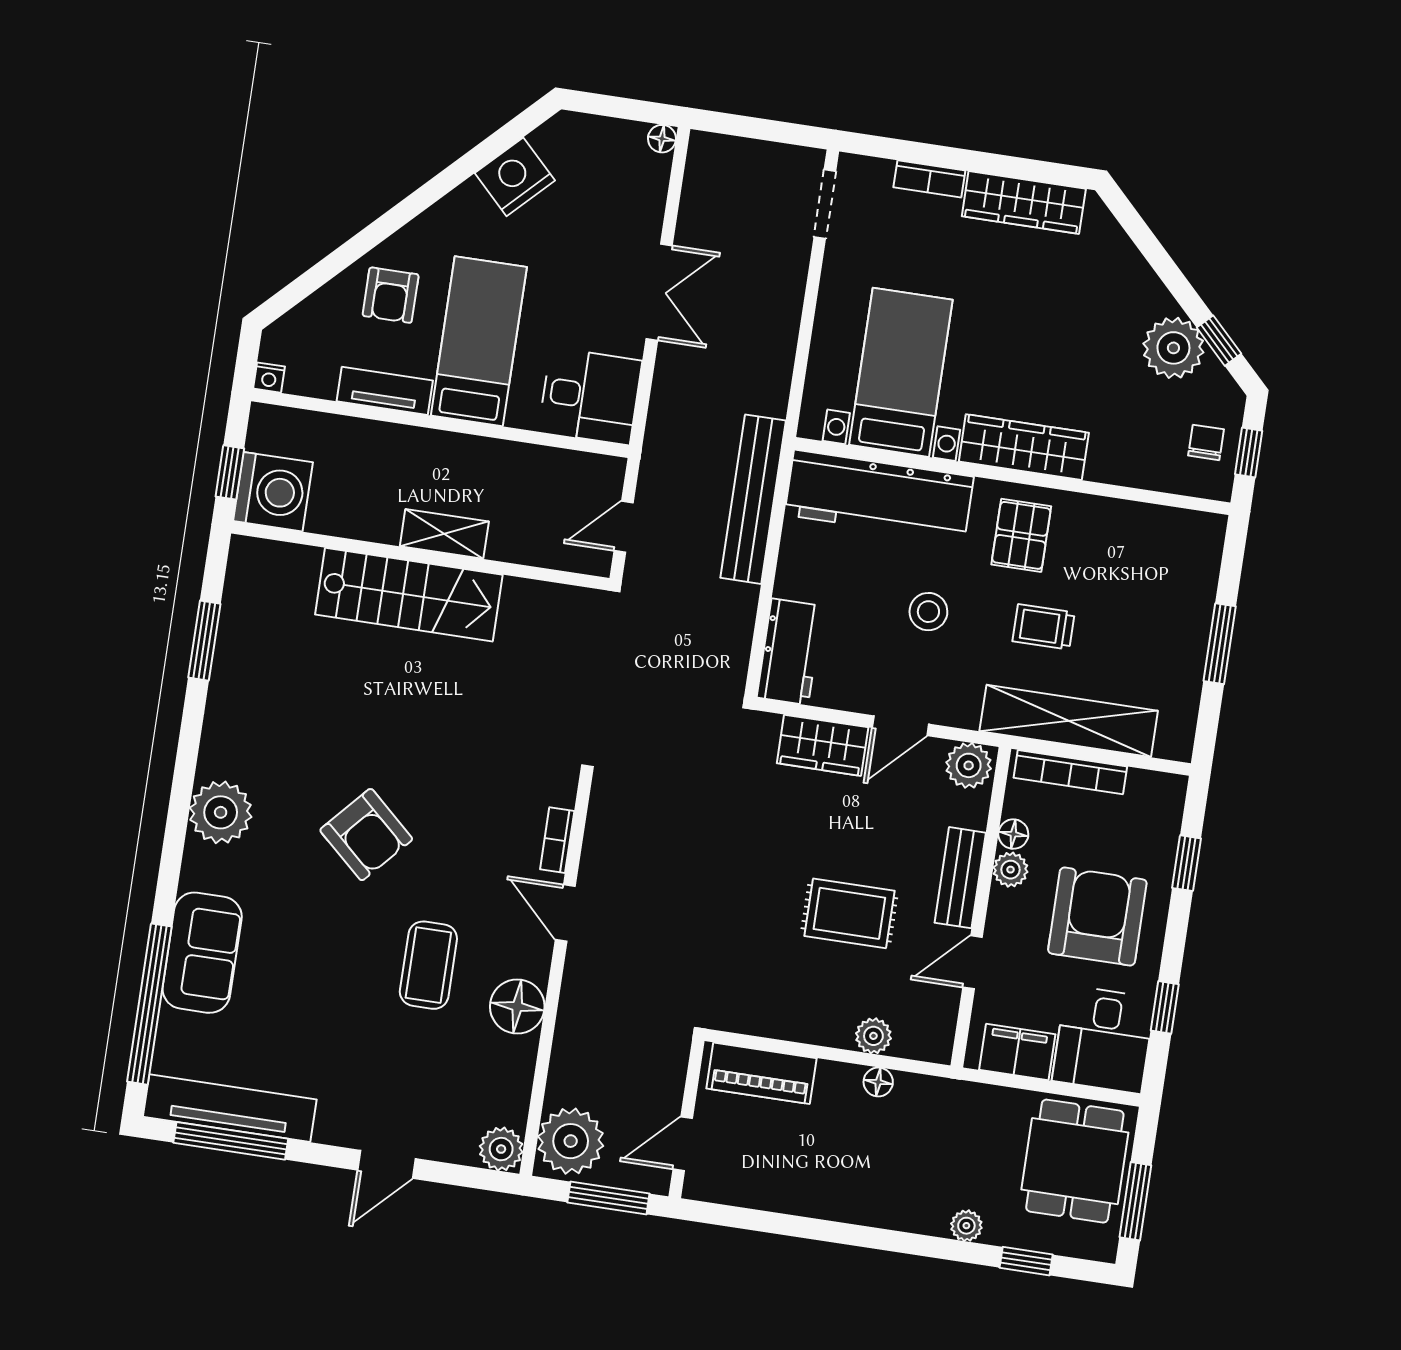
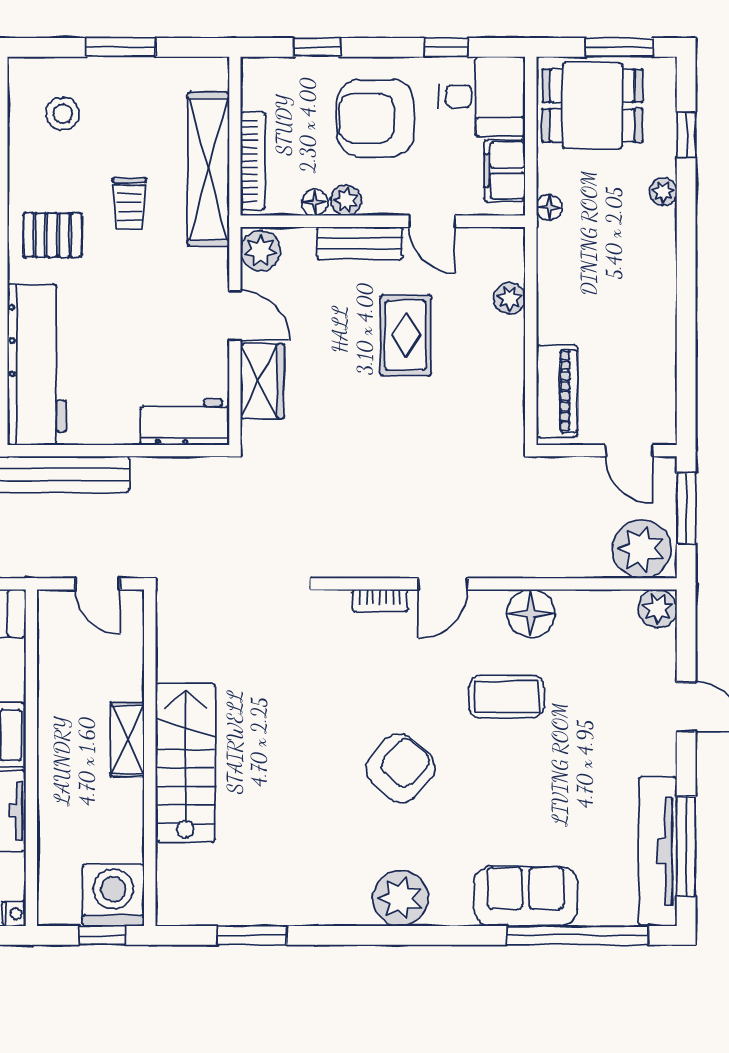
stool: (928, 612) -> (63, 114), moved
floor lamp: (878, 1082) -> (549, 207), moved

